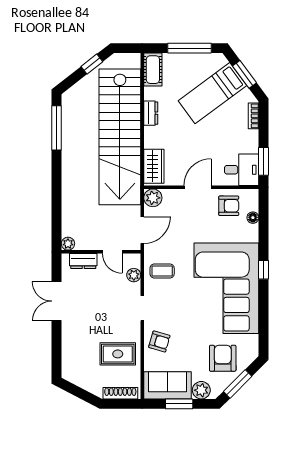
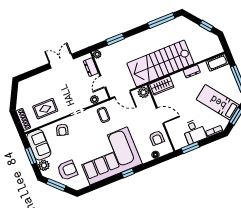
stairs: (120, 137) -> (160, 63), width x0.73
desk: (242, 170) -> (194, 131), moved
window: (57, 208) -> (115, 39), added
rug: (118, 354) -> (45, 109), turned 90

